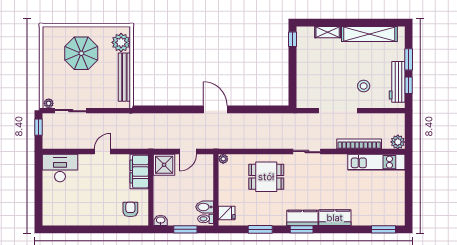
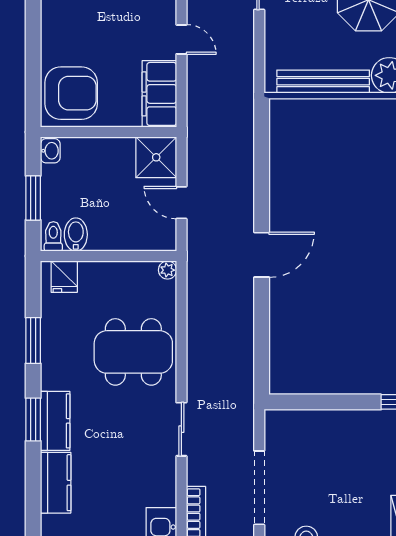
filing cabinet: (139, 172) -> (159, 94), moved, turned -90
dining table: (266, 177) -> (133, 352), width x1.38
armchair: (130, 209) -> (71, 93), width x1.88, depth x1.88

